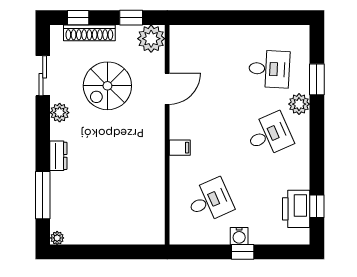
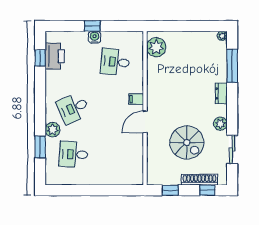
plant: (151, 39) -> (156, 47), moved
spiral stairs: (107, 86) -> (187, 142), turned 90
door: (167, 89) -> (145, 122), moved
desk: (210, 201) -> (115, 62), turned 30

